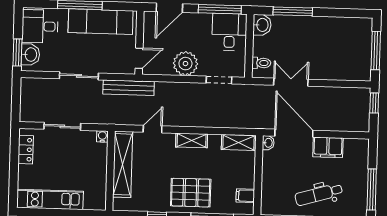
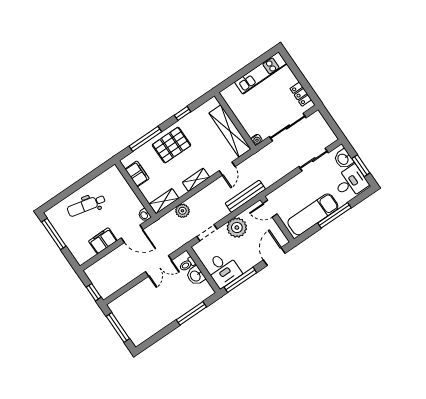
washbasin: (262, 25) -> (196, 276), moved
window: (17, 52) -> (361, 166), moved
door: (139, 58) -> (270, 209), hinge flipped
sliding door: (79, 76) -> (314, 160), moved
bench: (129, 88) -> (245, 196), moved
plant: (227, 120) -> (182, 211), added
sliding door: (62, 126) -> (288, 127), width x1.37
door: (294, 133) -> (132, 234), width x0.73
dental chair: (319, 194) -> (86, 205), turned -151
filing cabinet: (245, 196) -> (137, 174), width x2.00

